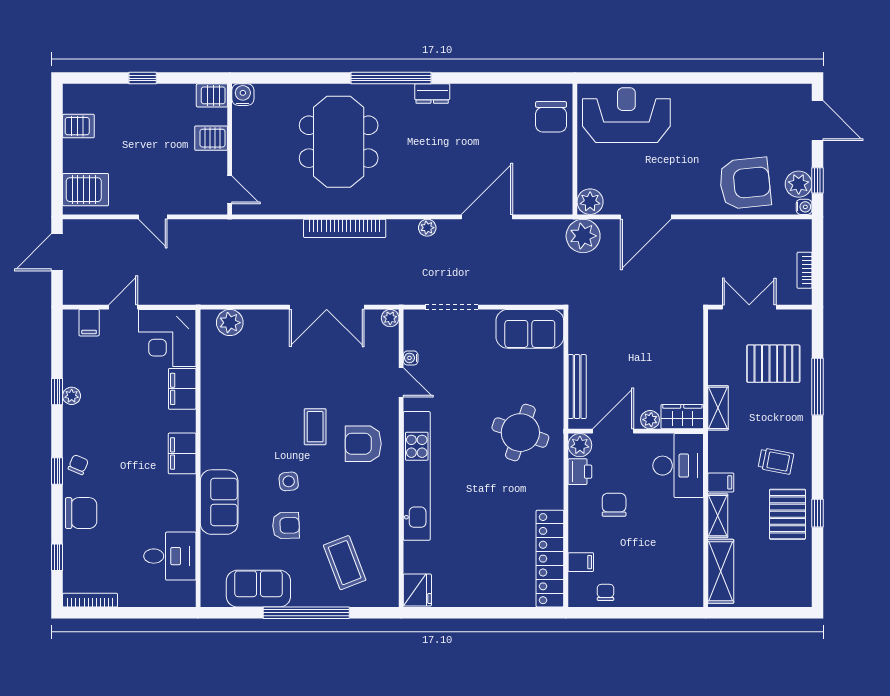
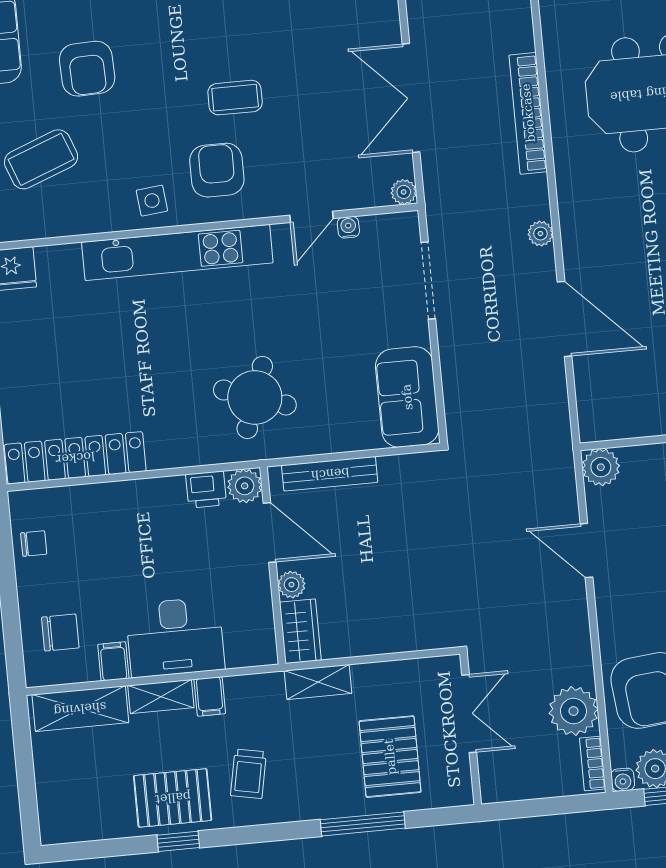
door: (646, 217) -> (586, 550), width x0.73
plant: (583, 236) -> (573, 711), moved
bookcase: (804, 270) -> (593, 763), moved, turned -90
desk: (678, 466) -> (175, 637), moved
side table: (289, 481) -> (152, 201), moved
chair: (614, 505) -> (60, 633), moved
armchair: (286, 525) -> (87, 69), width x1.38, depth x1.38
filing cabinet: (581, 562) -> (113, 661), moved, turned 180

